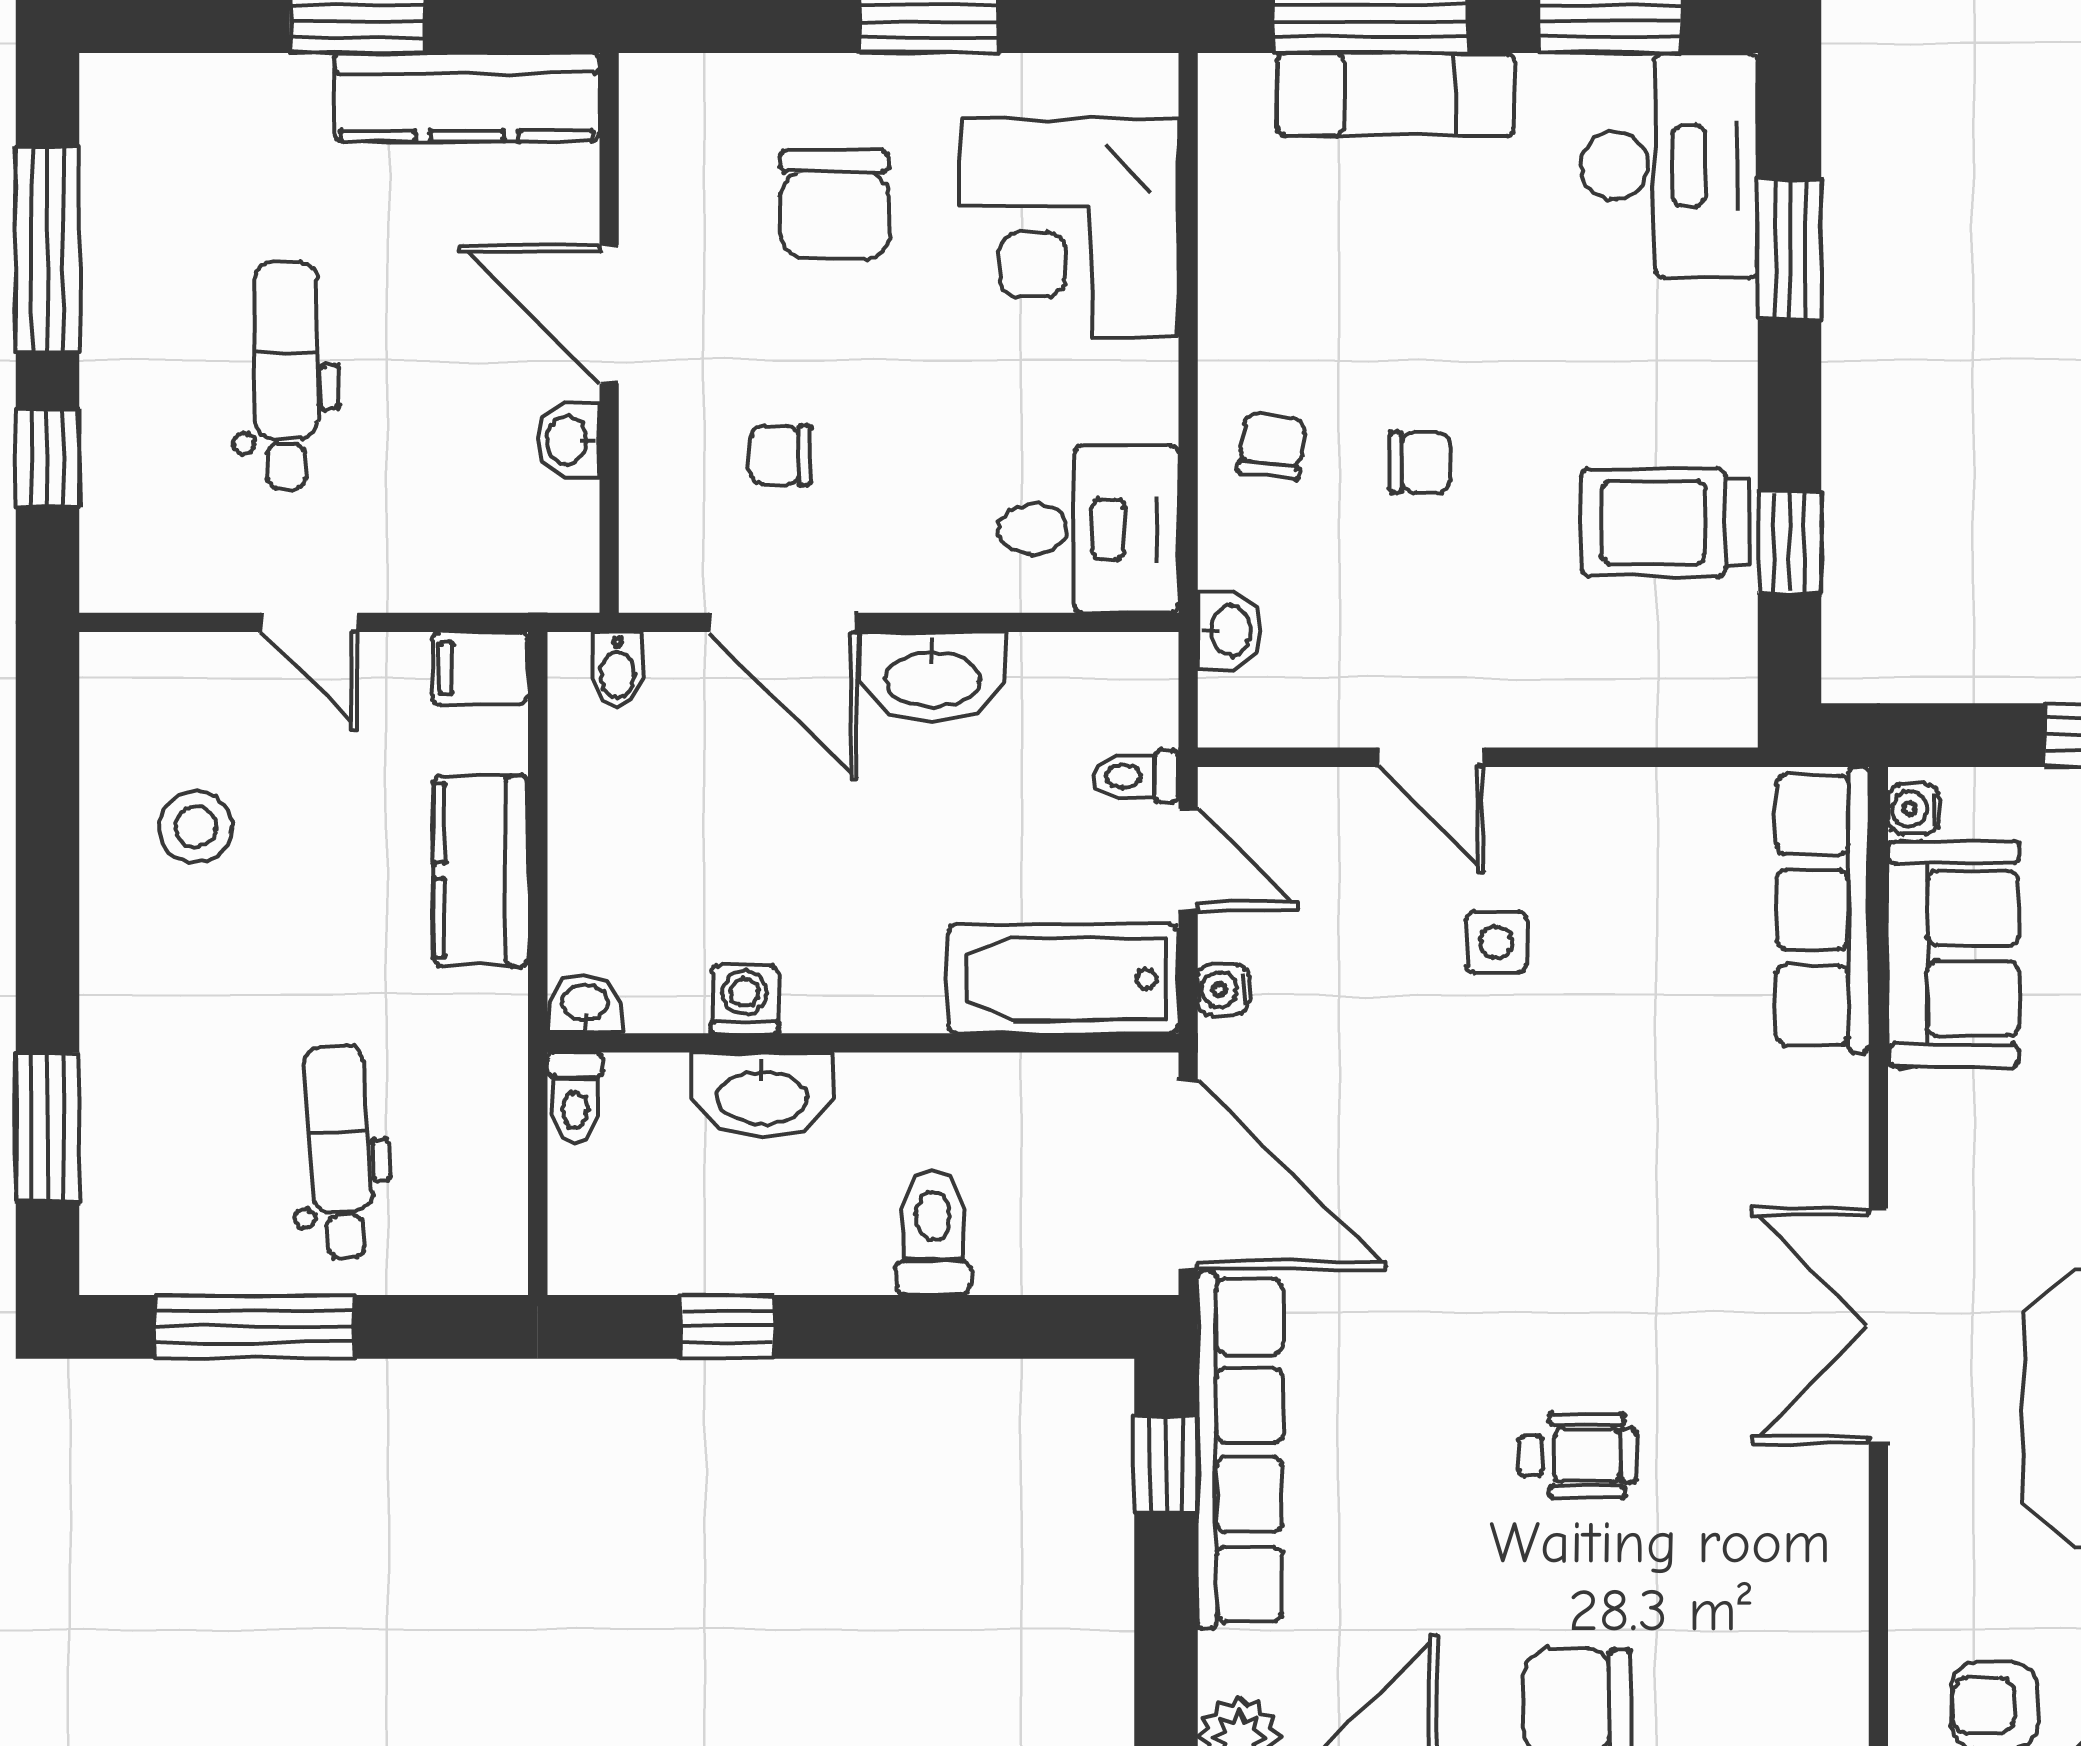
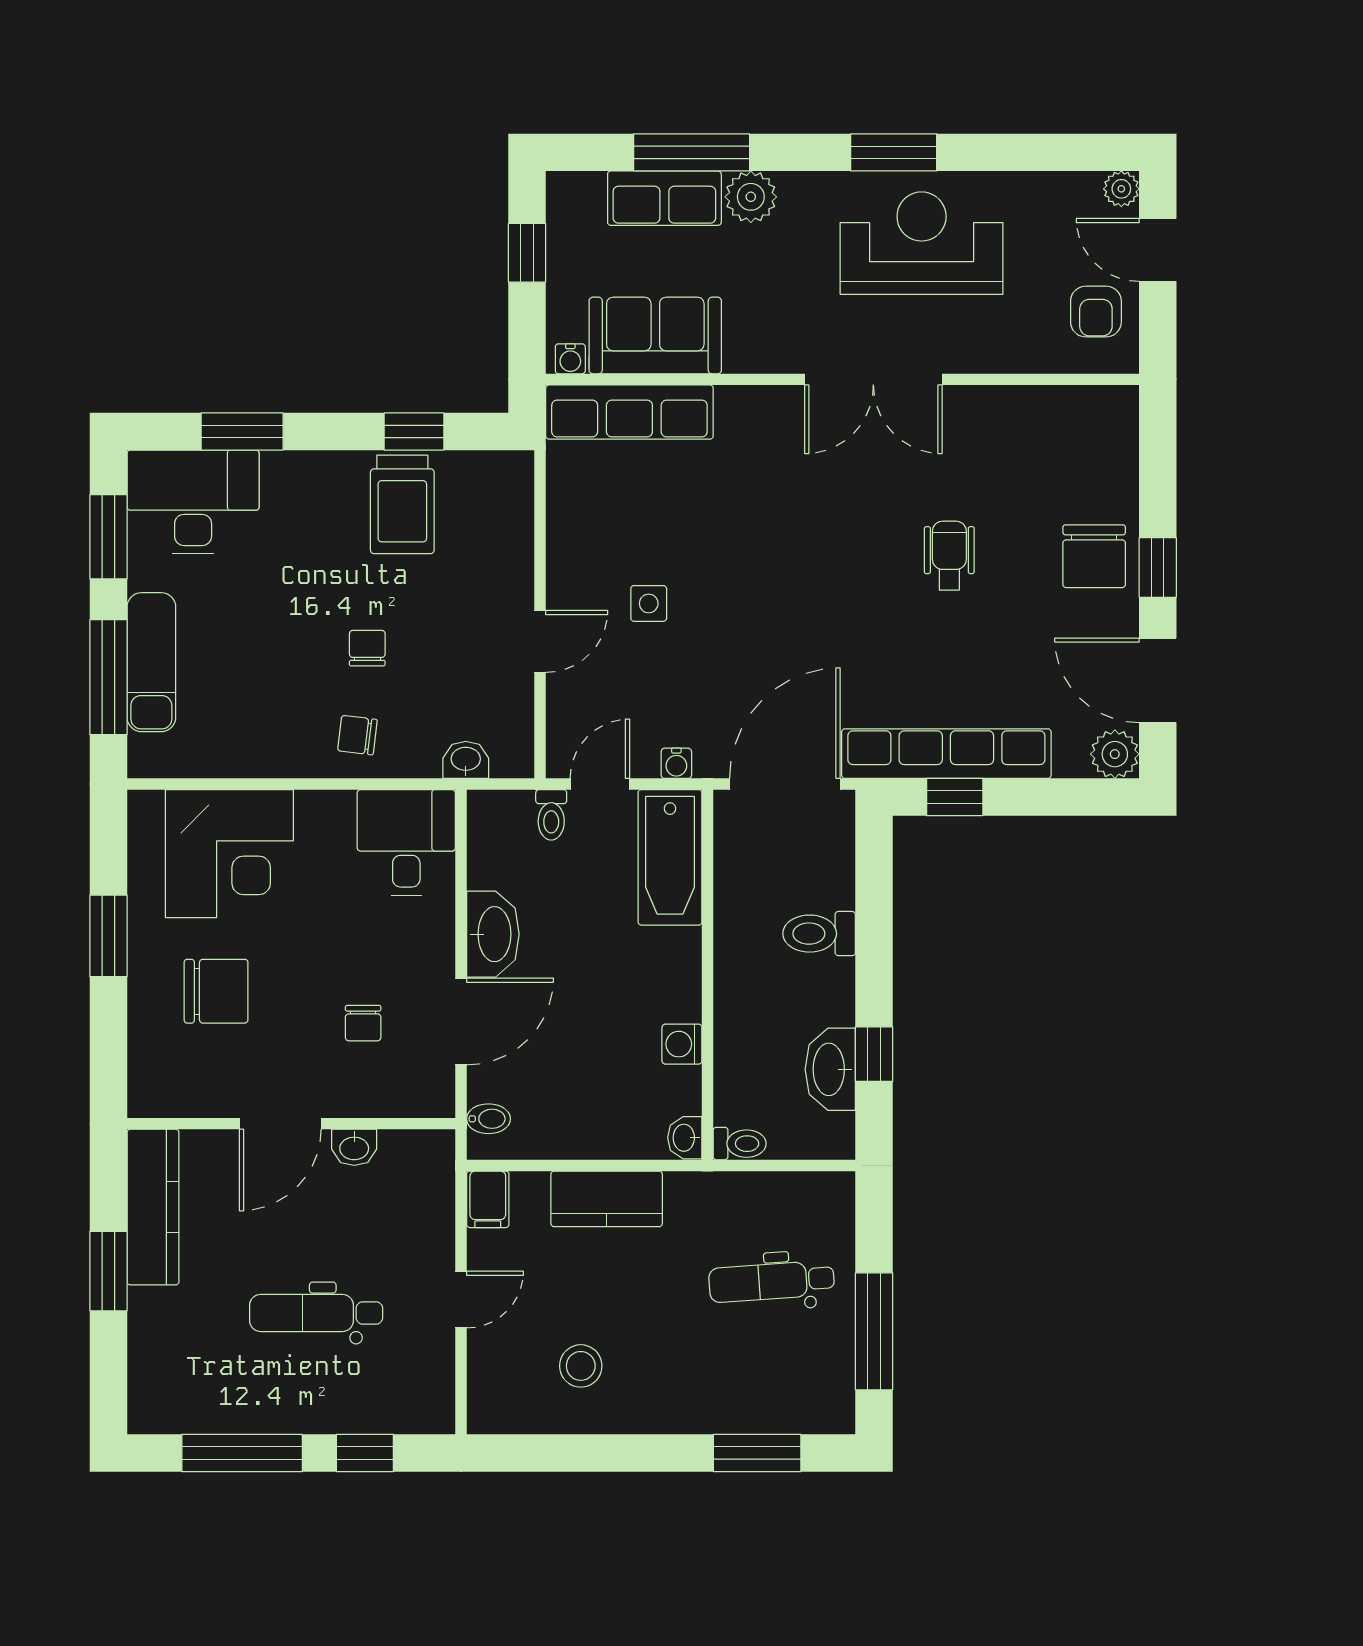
washbasin: (762, 1095) -> (830, 1069), moved, turned 180

